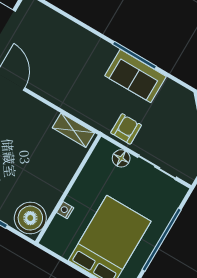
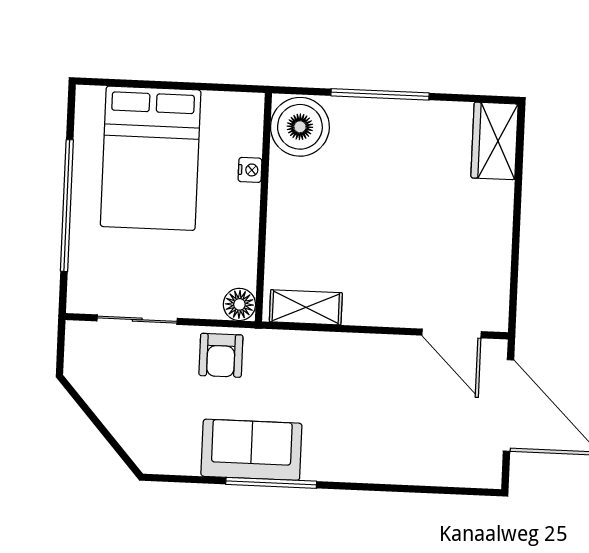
floor lamp: (121, 158) -> (239, 304), moved

